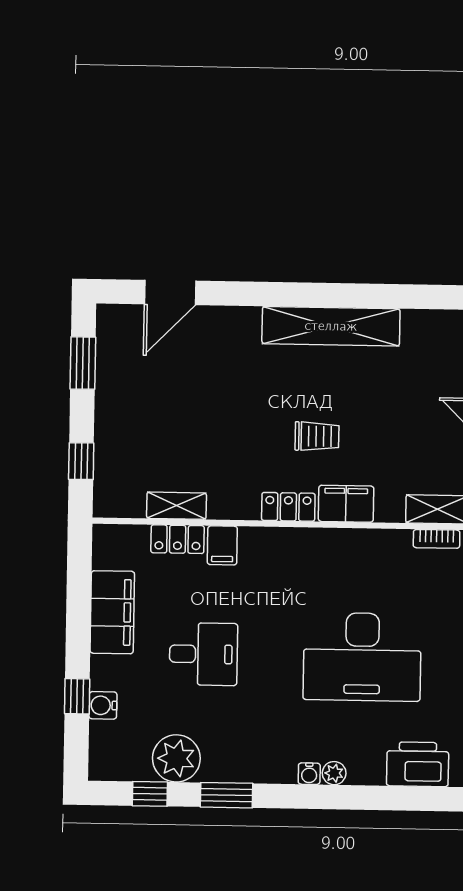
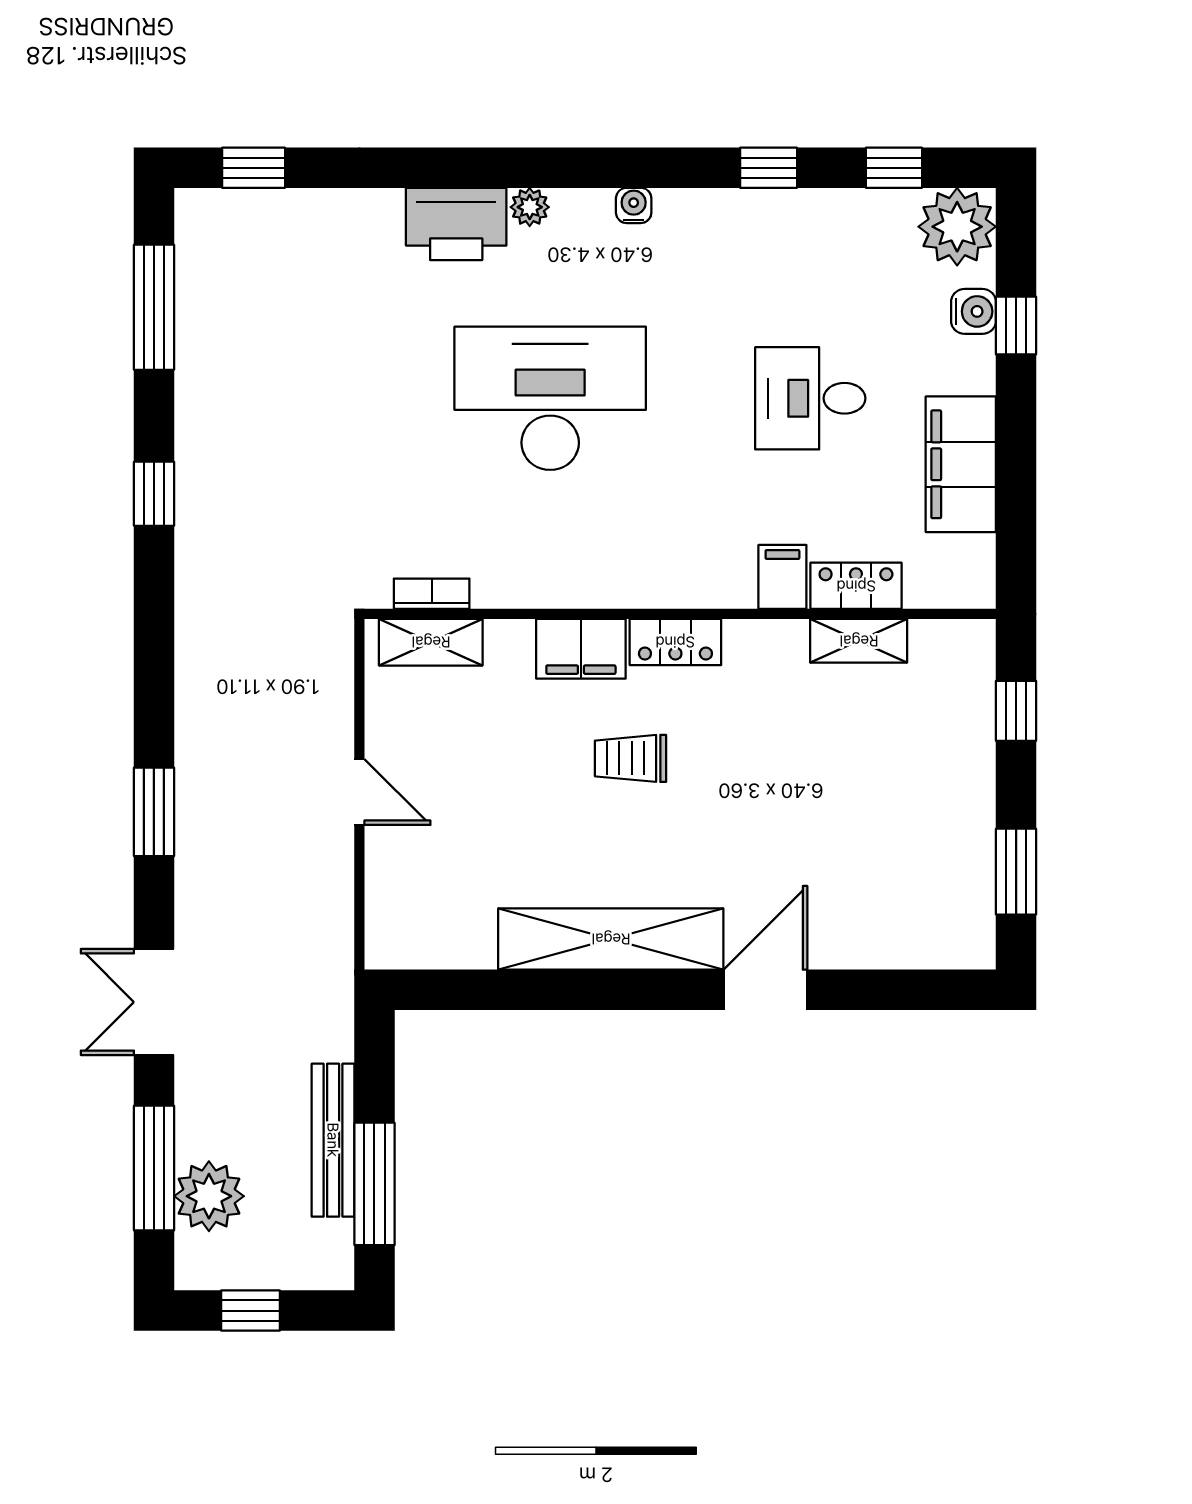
door: (170, 292) -> (765, 990), moved
plant: (176, 758) -> (957, 227), moved
plant: (334, 773) -> (530, 207), moved
window: (226, 795) -> (769, 168), width x0.67

